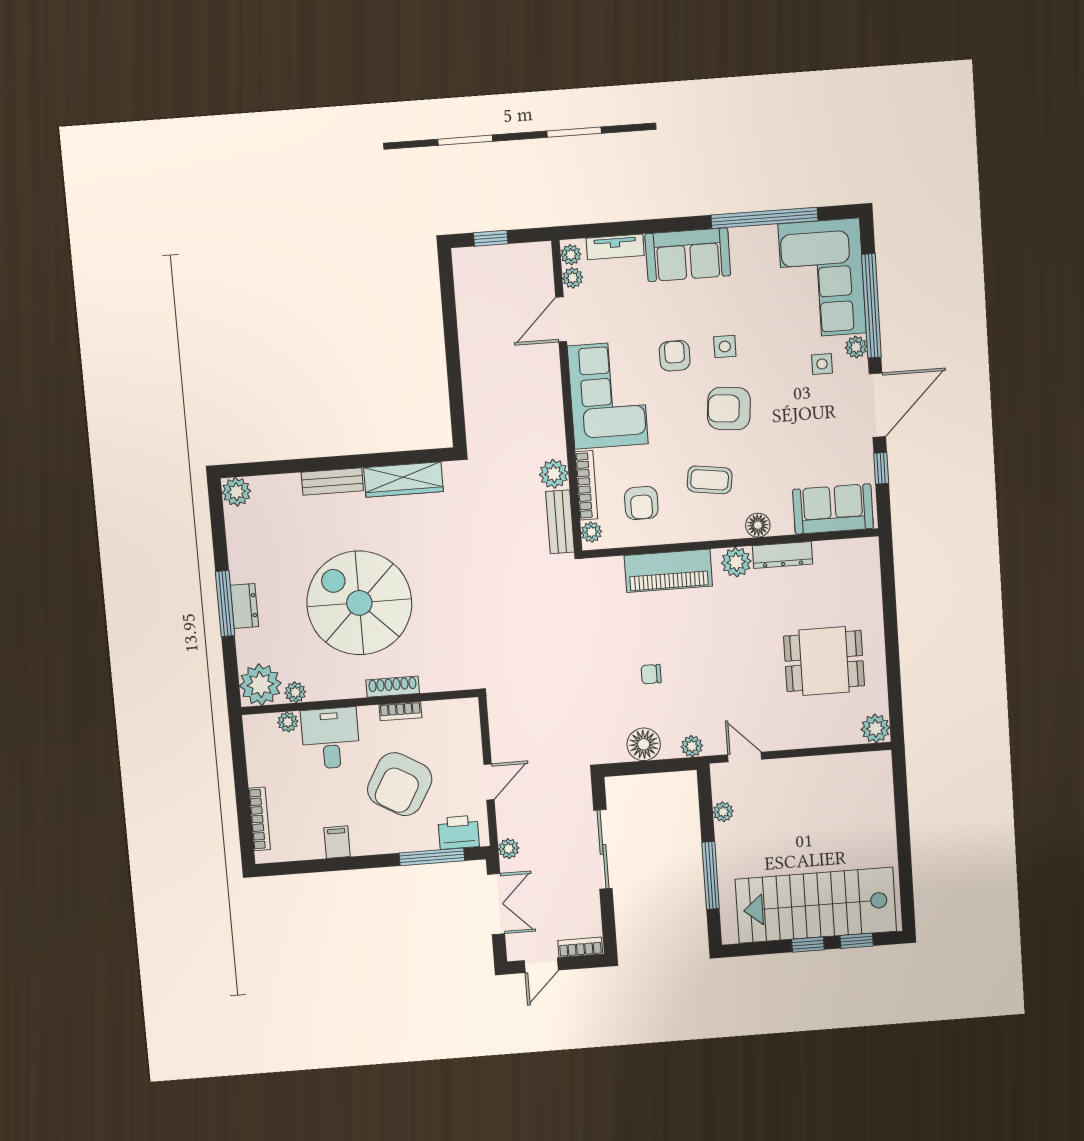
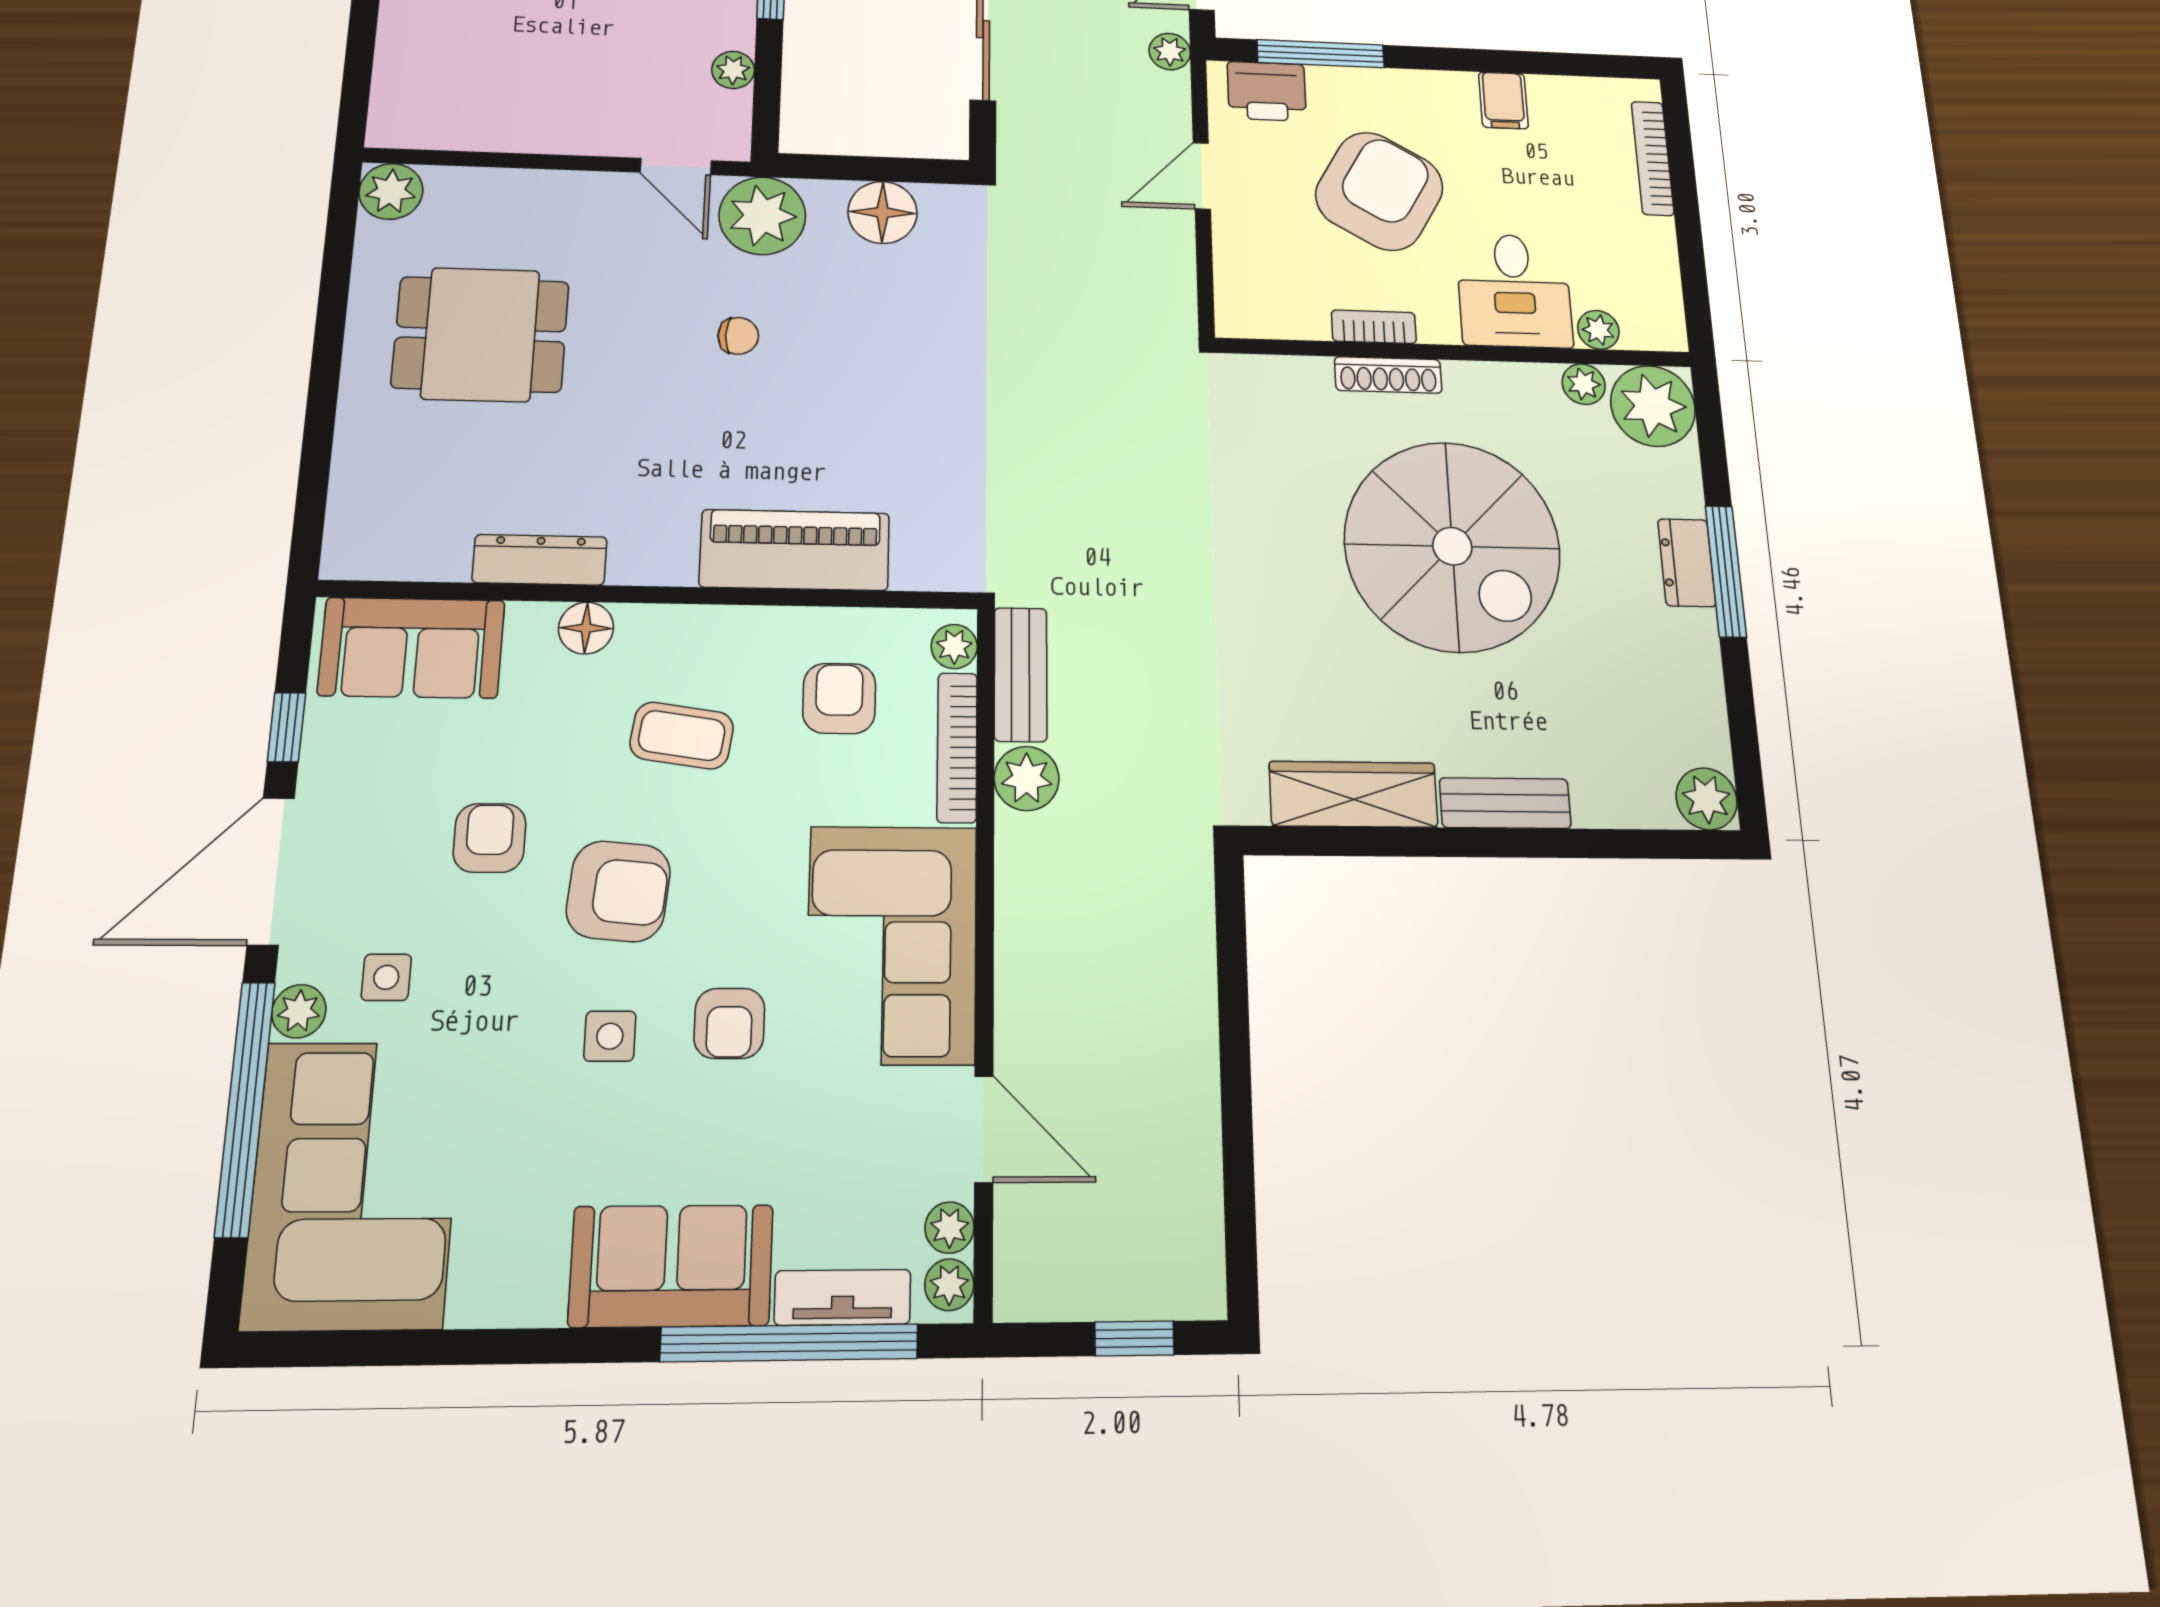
window: (765, 218) -> (790, 1343), moved
door: (561, 319) -> (984, 1129), hinge flipped
armchair: (787, 427) -> (490, 838), added
plant: (736, 562) -> (644, 554), removed
chair: (651, 674) -> (738, 336), moved
plant: (692, 746) -> (762, 216), width x1.88, depth x1.88

